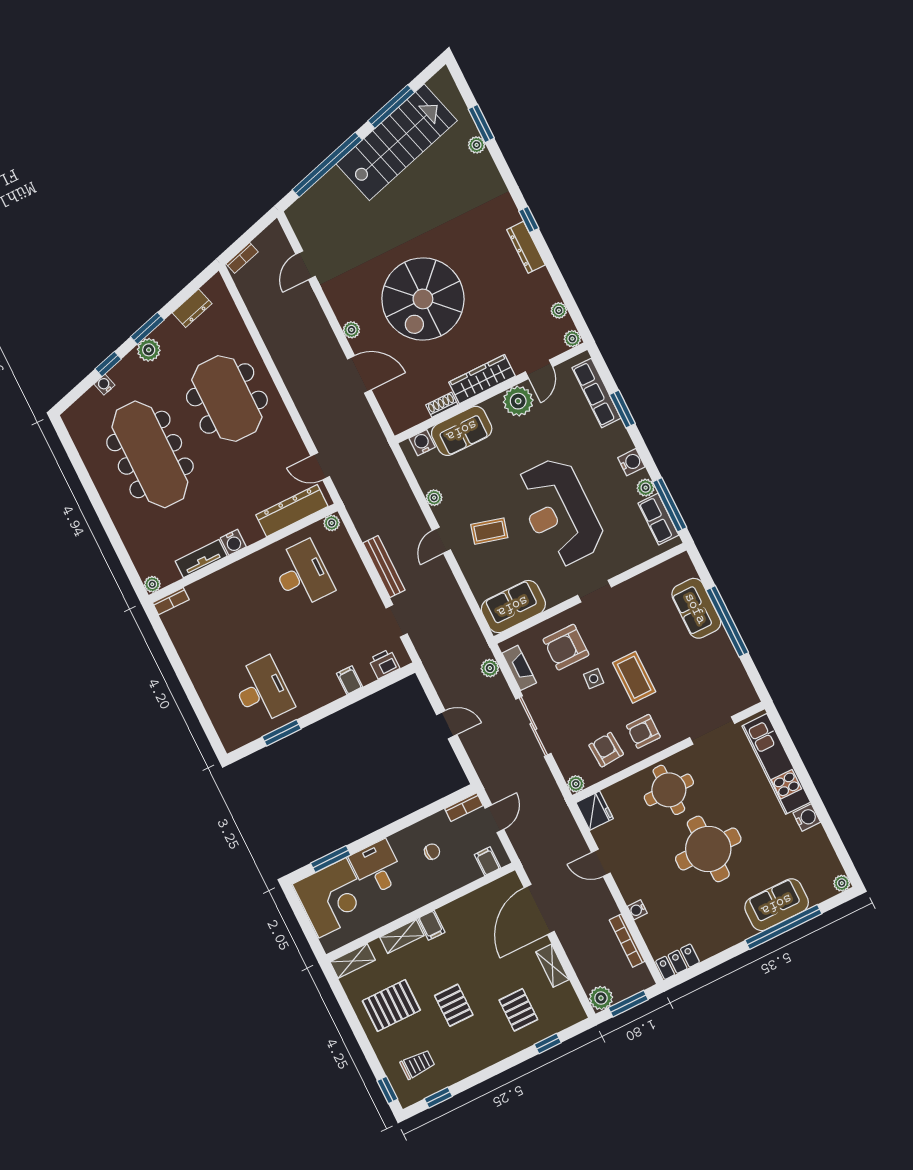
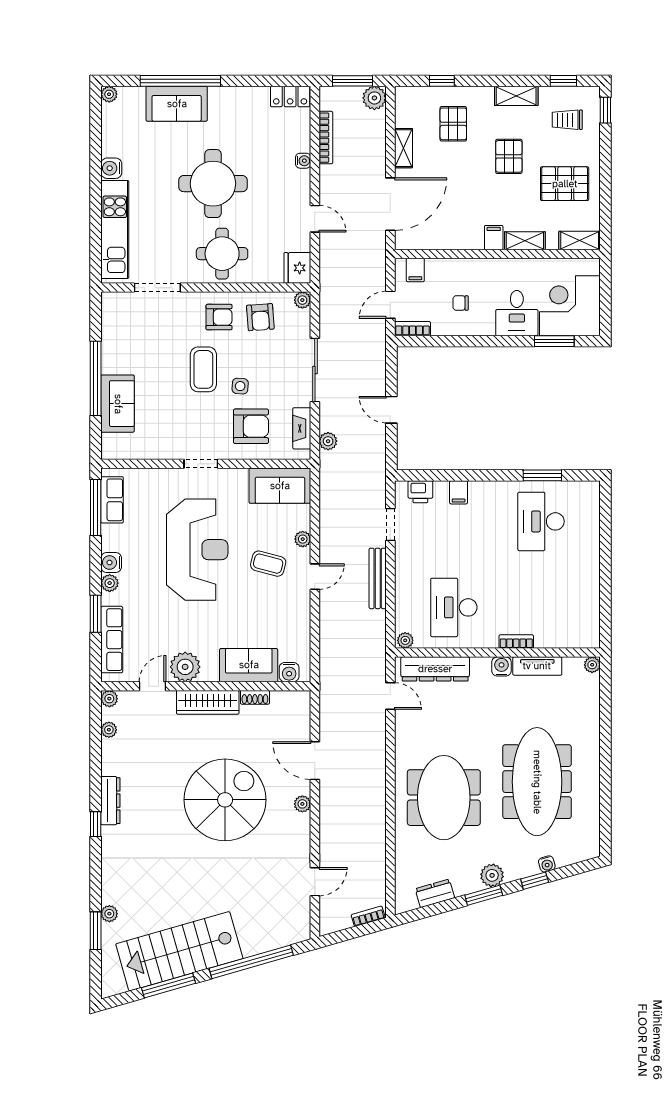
plant: (646, 488) -> (110, 583), moved
plant: (434, 498) -> (303, 539), moved
bookcase: (171, 601) -> (516, 641), moved
shelving: (474, 1063) -> (516, 96), added

